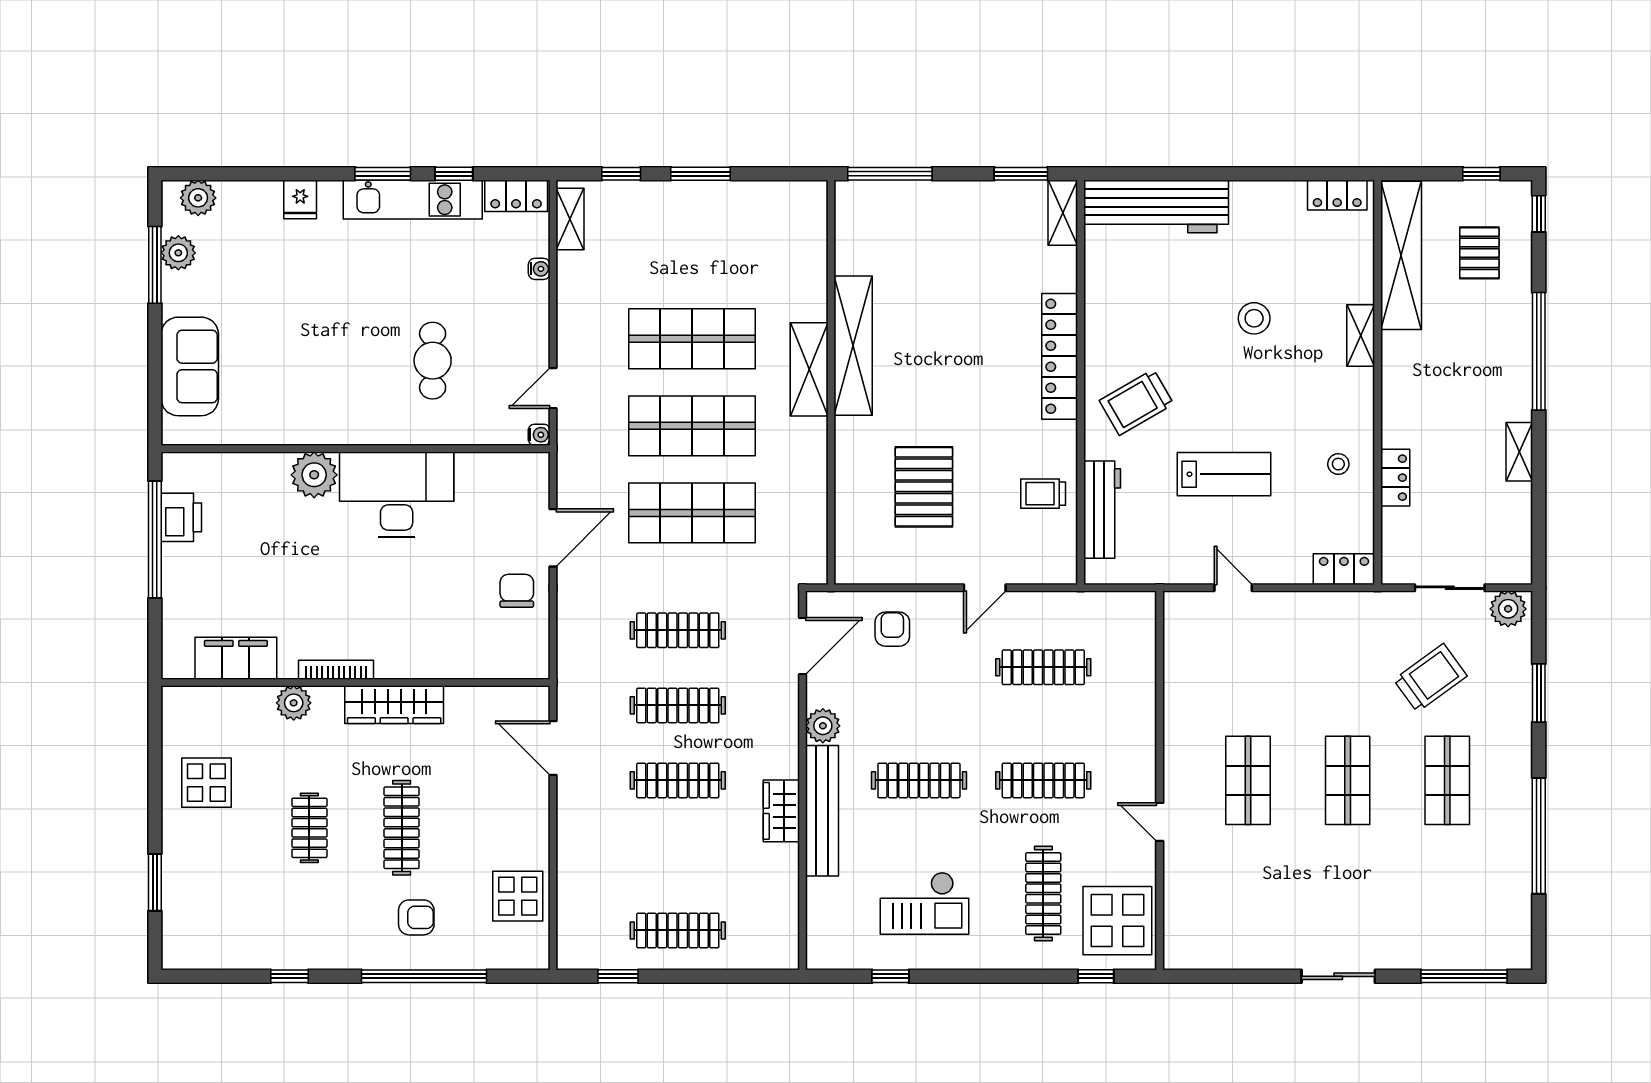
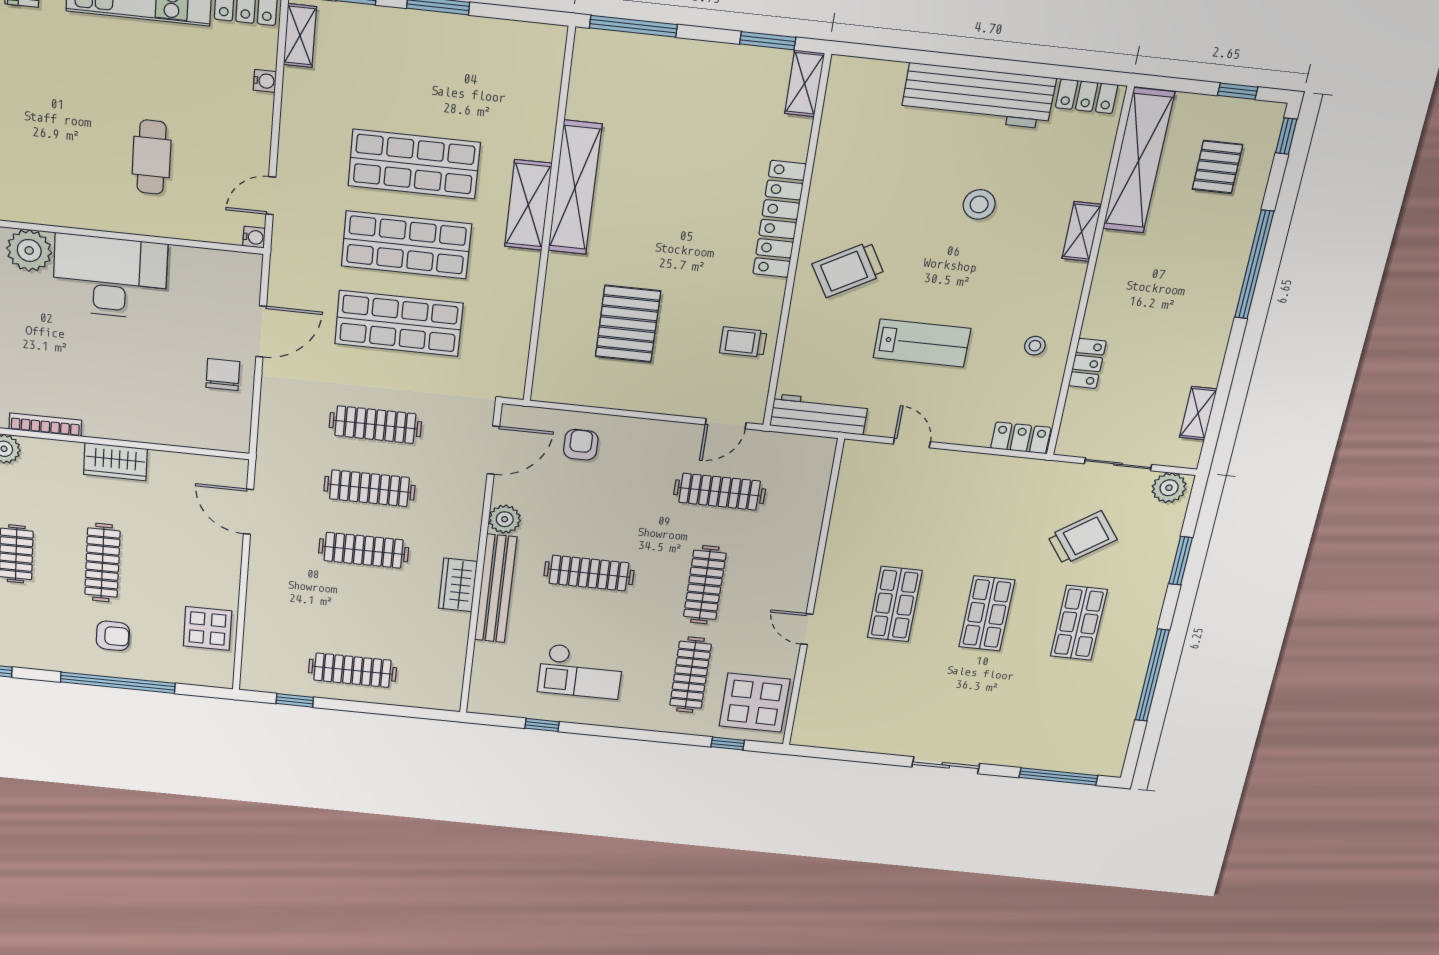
workbench: (1156, 206) -> (978, 96), moved
shelving: (1519, 452) -> (1198, 413), moved
workbench: (1102, 510) -> (819, 414), moved, turned -90
door: (985, 588) -> (726, 424), moved
wardrobe: (394, 705) -> (115, 462), width x0.67
clothes rail: (1043, 780) -> (705, 585), turned 90

